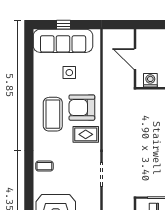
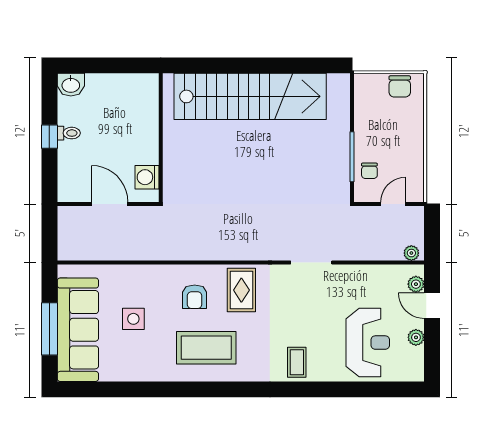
window: (64, 25) -> (49, 329), width x2.17
door: (135, 59) -> (110, 204), swing flipped
armchair: (82, 108) -> (195, 297), width x0.53, depth x0.53

